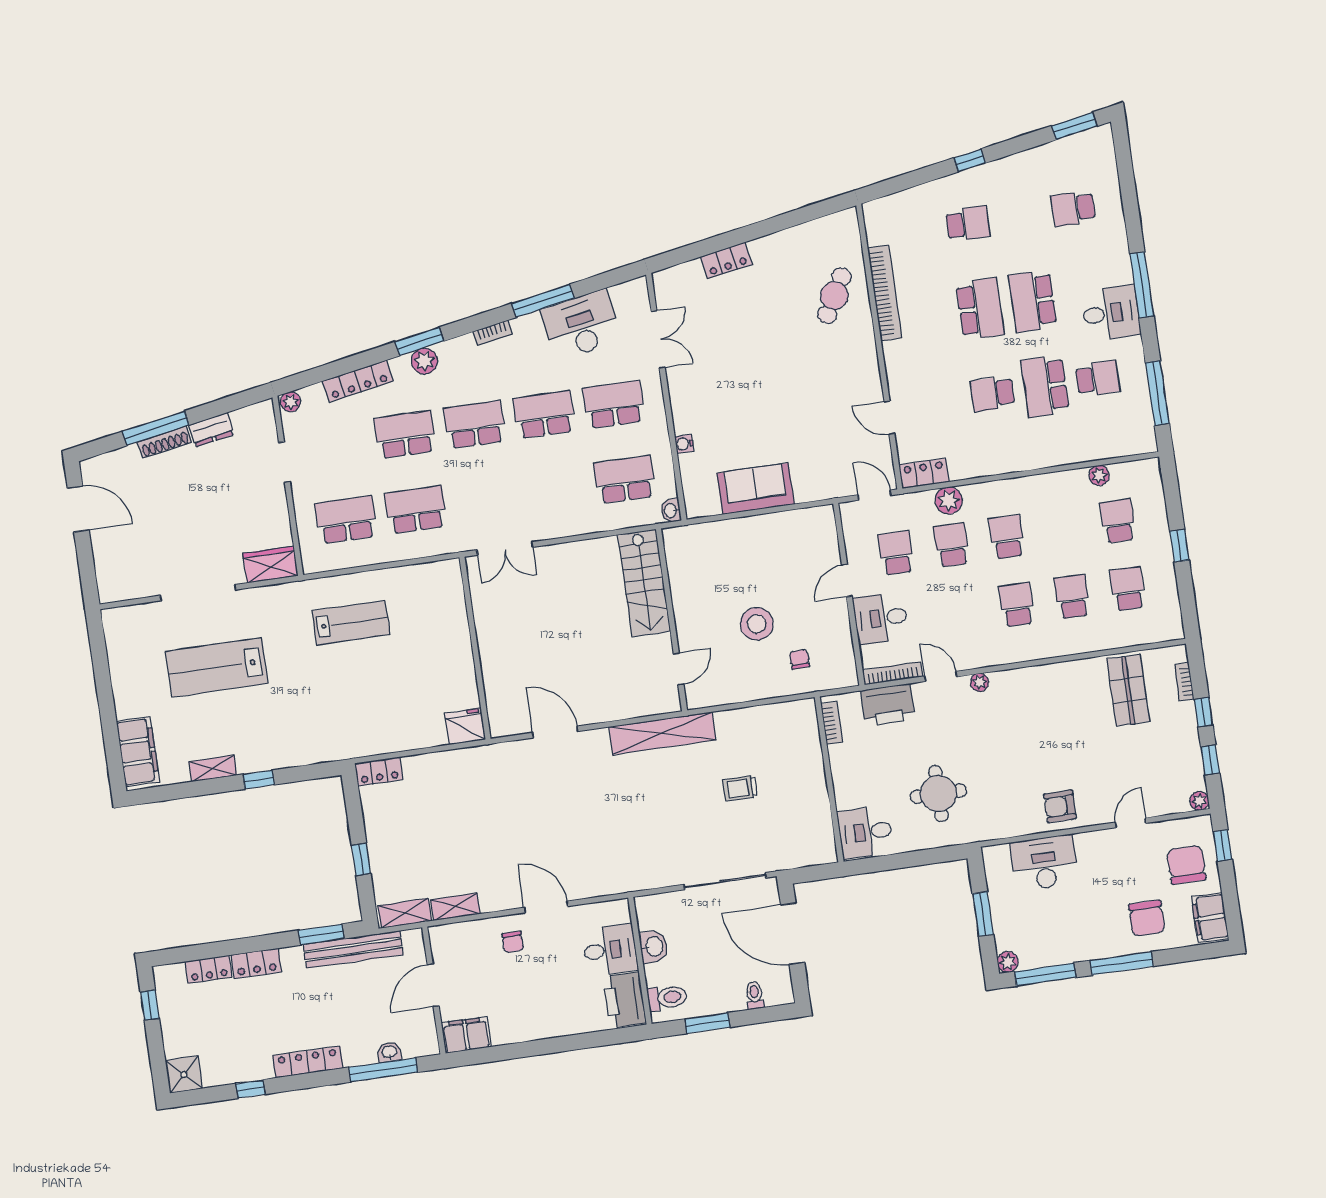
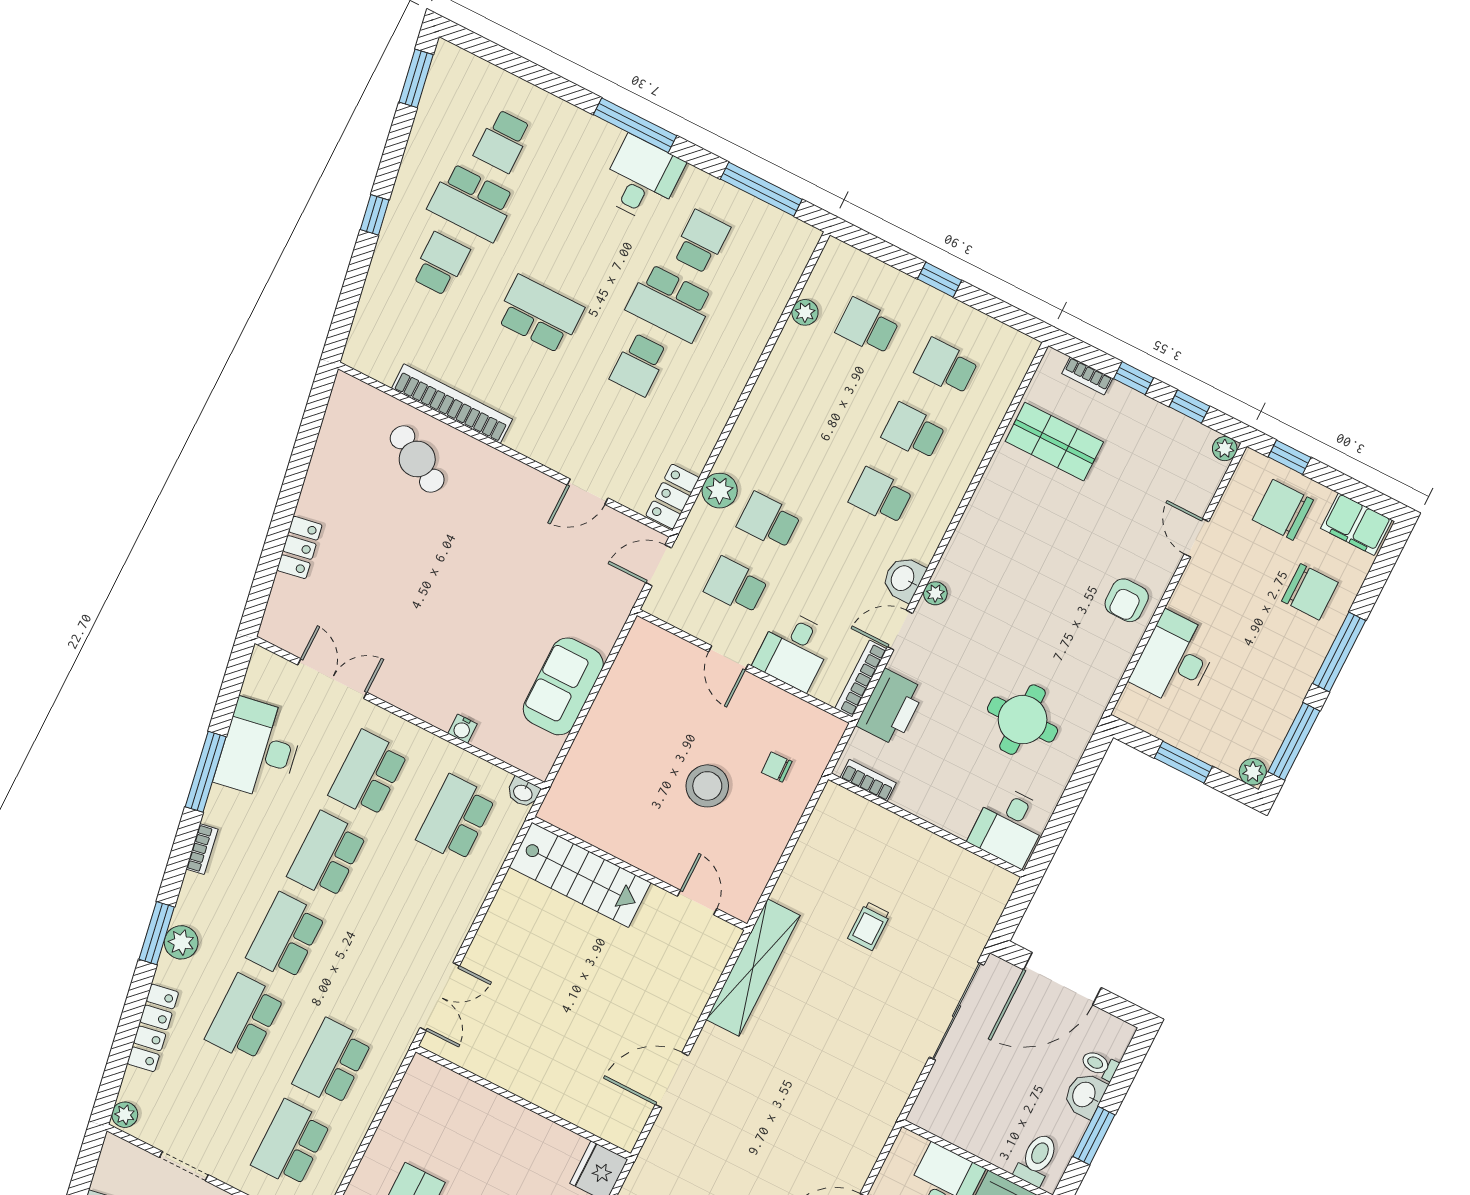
school desk: (1033, 301) -> (472, 202), moved
school desk: (1007, 537) -> (802, 456), removed
washbasin: (975, 656) -> (903, 579), added
washbasin: (654, 947) -> (1085, 1095), moved, turned -90

